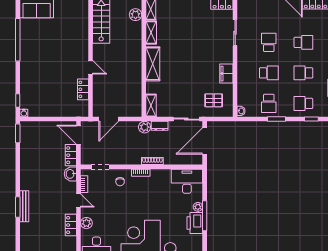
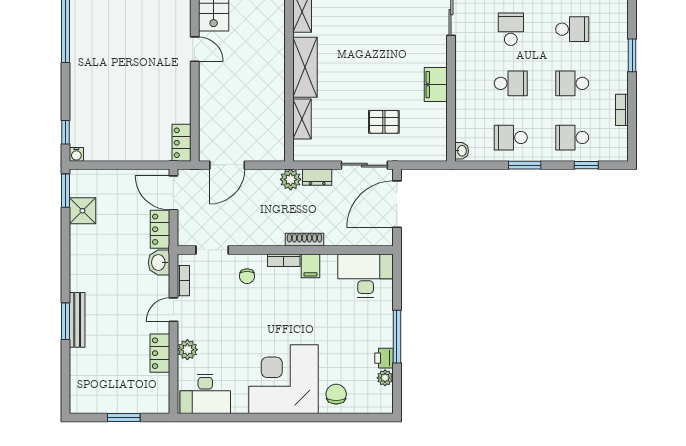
door: (90, 67) -> (195, 49), moved
locker: (83, 89) -> (181, 143), moved
pallet: (214, 100) -> (384, 122), moved
school desk: (269, 103) -> (511, 138), turned 90
shelving: (151, 105) -> (302, 119), moved
shower: (27, 145) -> (82, 211), added
filing cabinet: (156, 176) -> (311, 266), added
door: (79, 201) -> (173, 310), swing flipped
plant: (198, 207) -> (385, 378), moved
printer: (195, 223) -> (384, 358), width x0.53, depth x0.68

